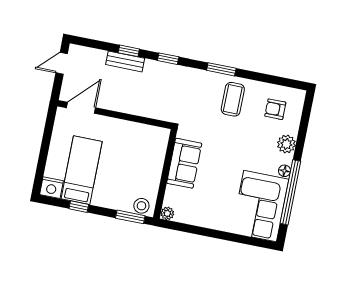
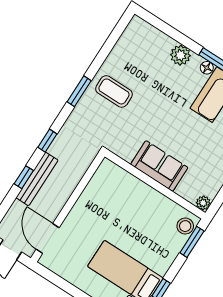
bench: (125, 61) -> (37, 179), width x1.36
door: (81, 108) -> (48, 239), moved
armchair: (275, 109) -> (141, 53), removed
wall: (115, 114) -> (68, 207), moved

